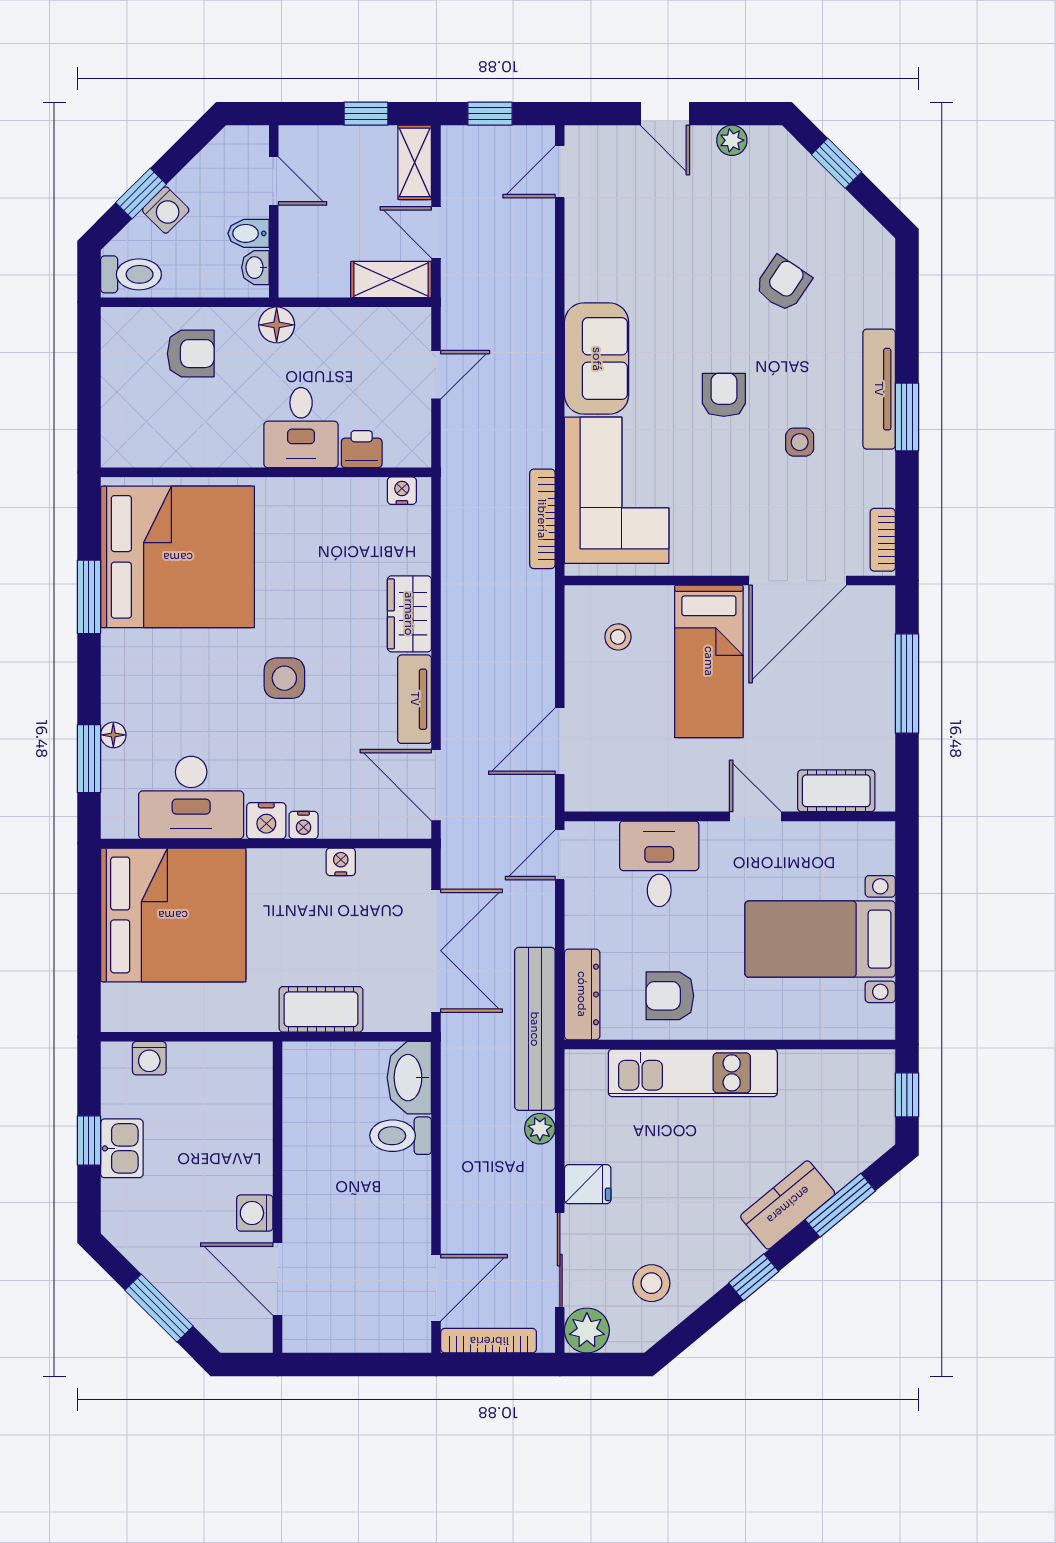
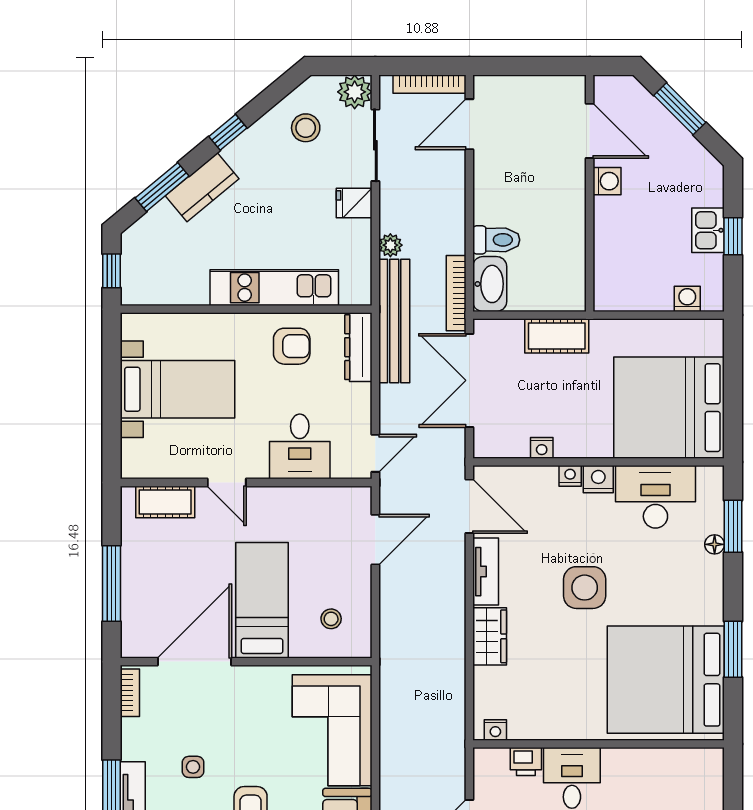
bookcase: (542, 519) -> (456, 293), moved, turned 180
side table: (284, 678) -> (585, 588), width x1.37, depth x1.37

